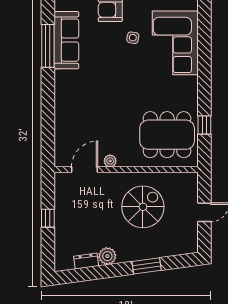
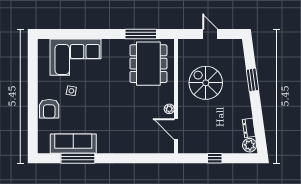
window: (204, 125) -> (141, 34), width x2.17
plant: (107, 256) -> (250, 145), moved

